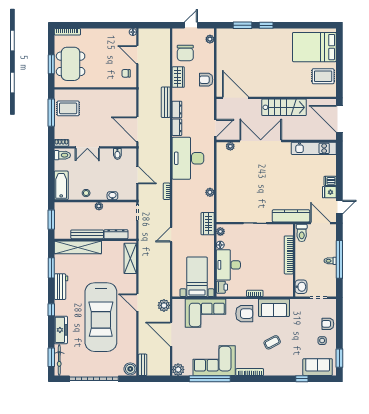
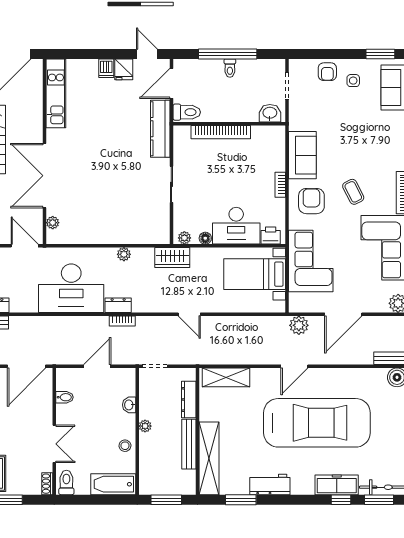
dresser: (177, 127) -> (118, 305), moved
window: (51, 310) -> (341, 500), moved
coffee table: (272, 342) -> (353, 192), moved

